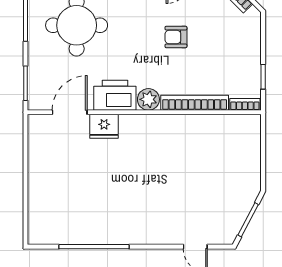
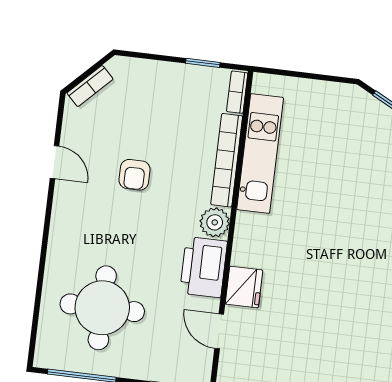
door: (70, 112) -> (219, 331), width x0.73
kitchen unit: (202, 126) -> (260, 154), added

